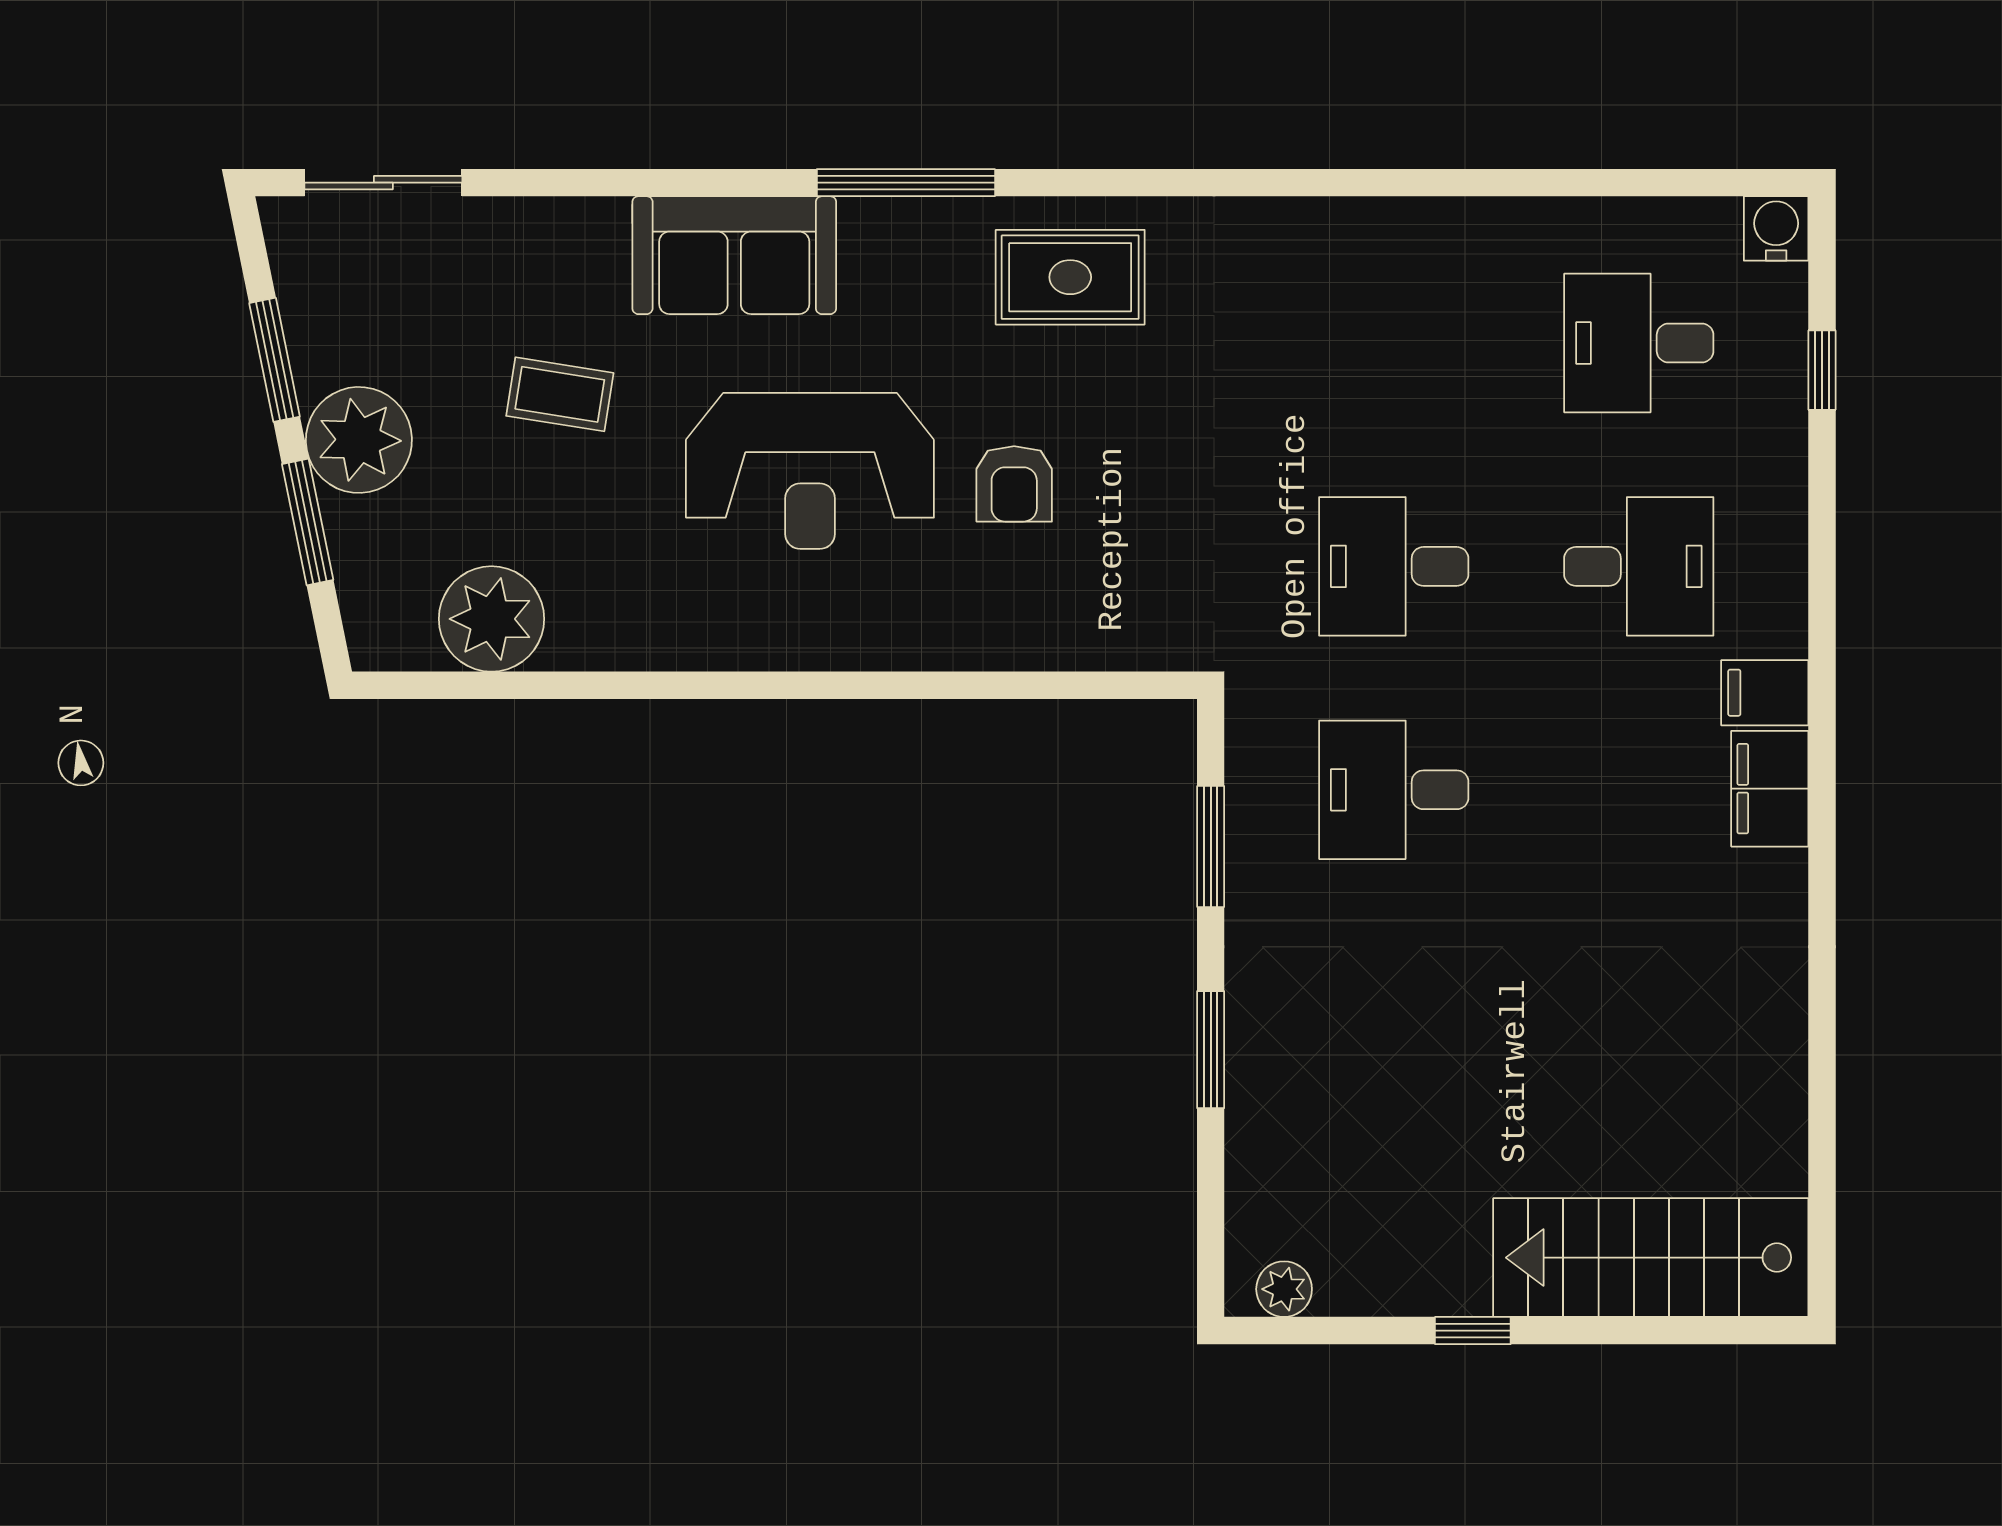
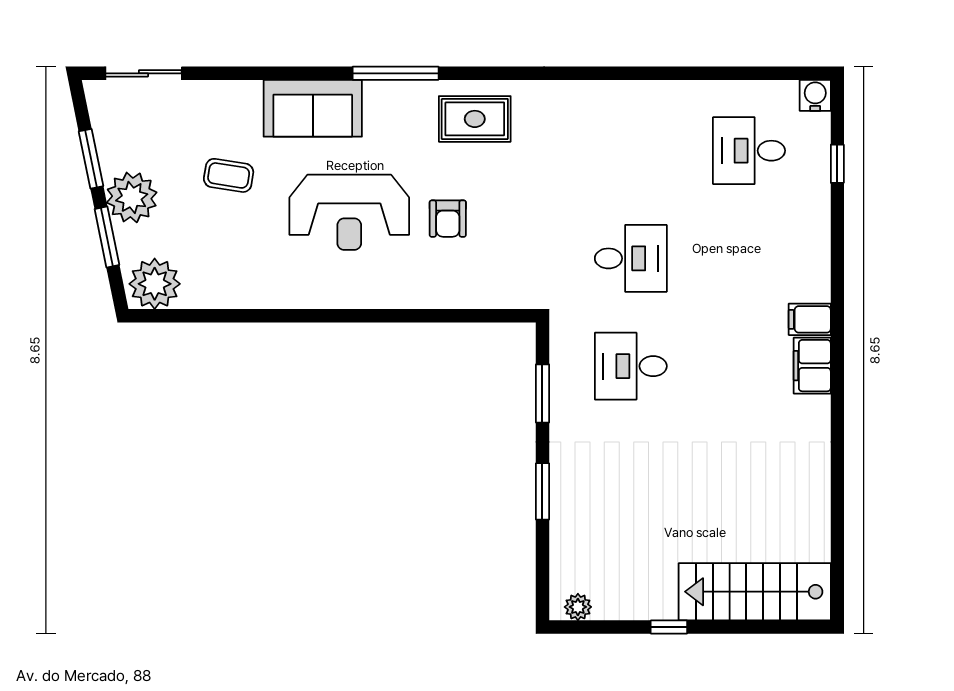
desk: (1394, 566) -> (631, 258), turned 180
desk: (1639, 566) -> (749, 258), removed
plant: (491, 619) -> (155, 284), moved

